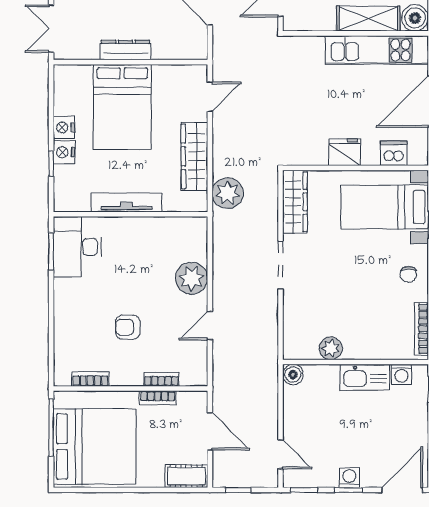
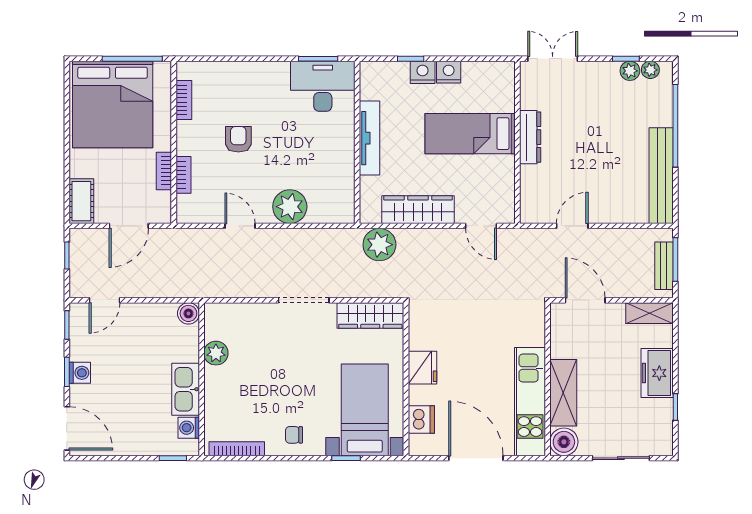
bed: (122, 107) -> (470, 134), width x0.67

